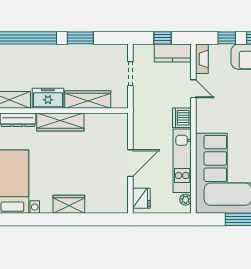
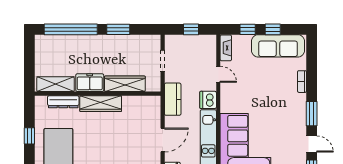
kitchen counter: (173, 53) -> (173, 99), moved, turned -90

